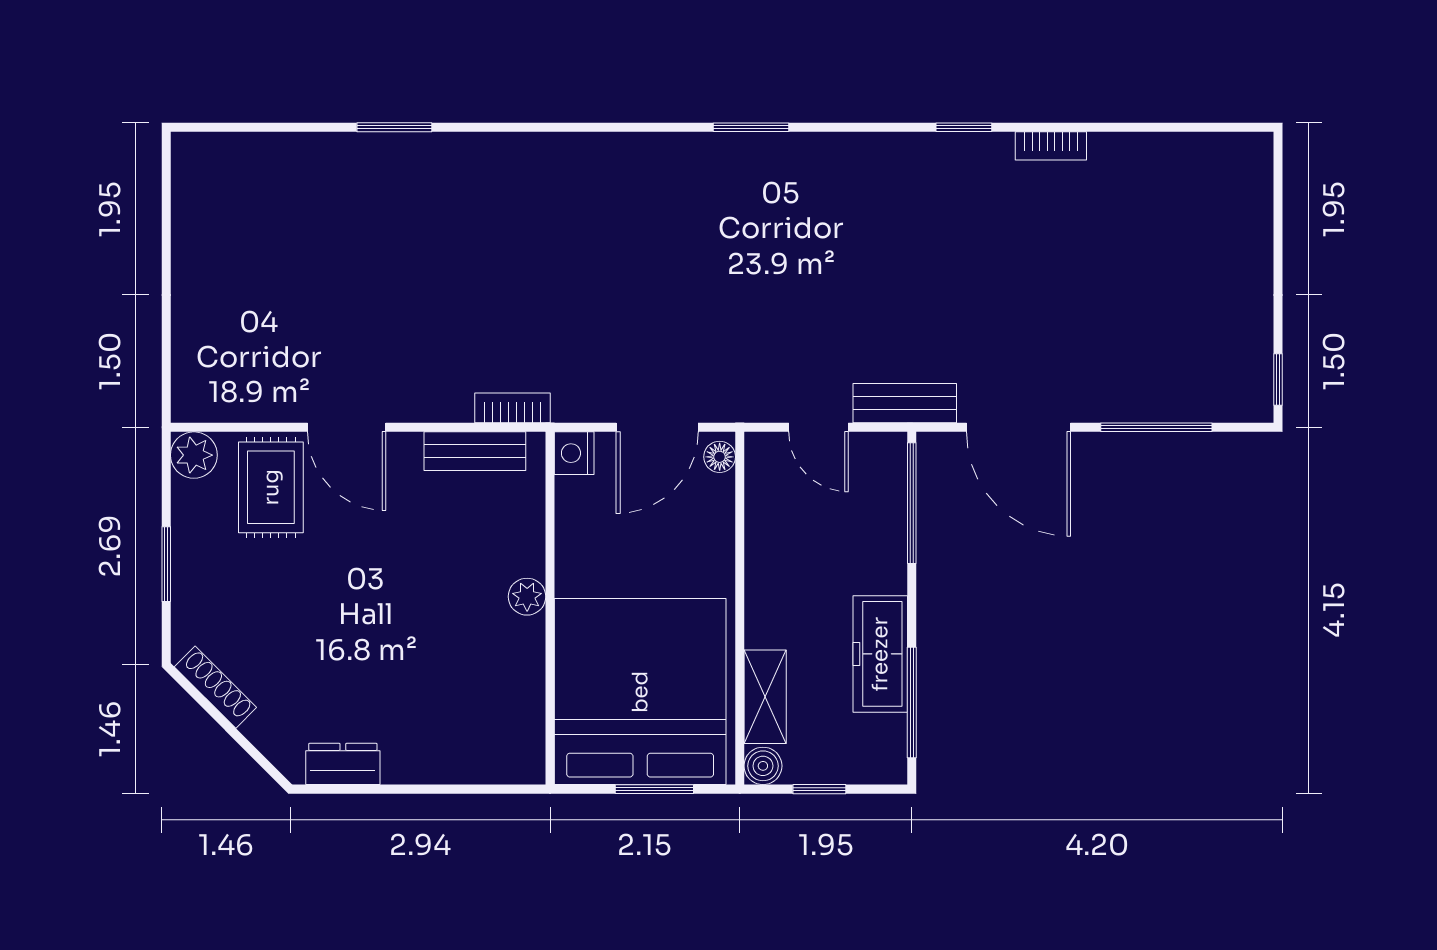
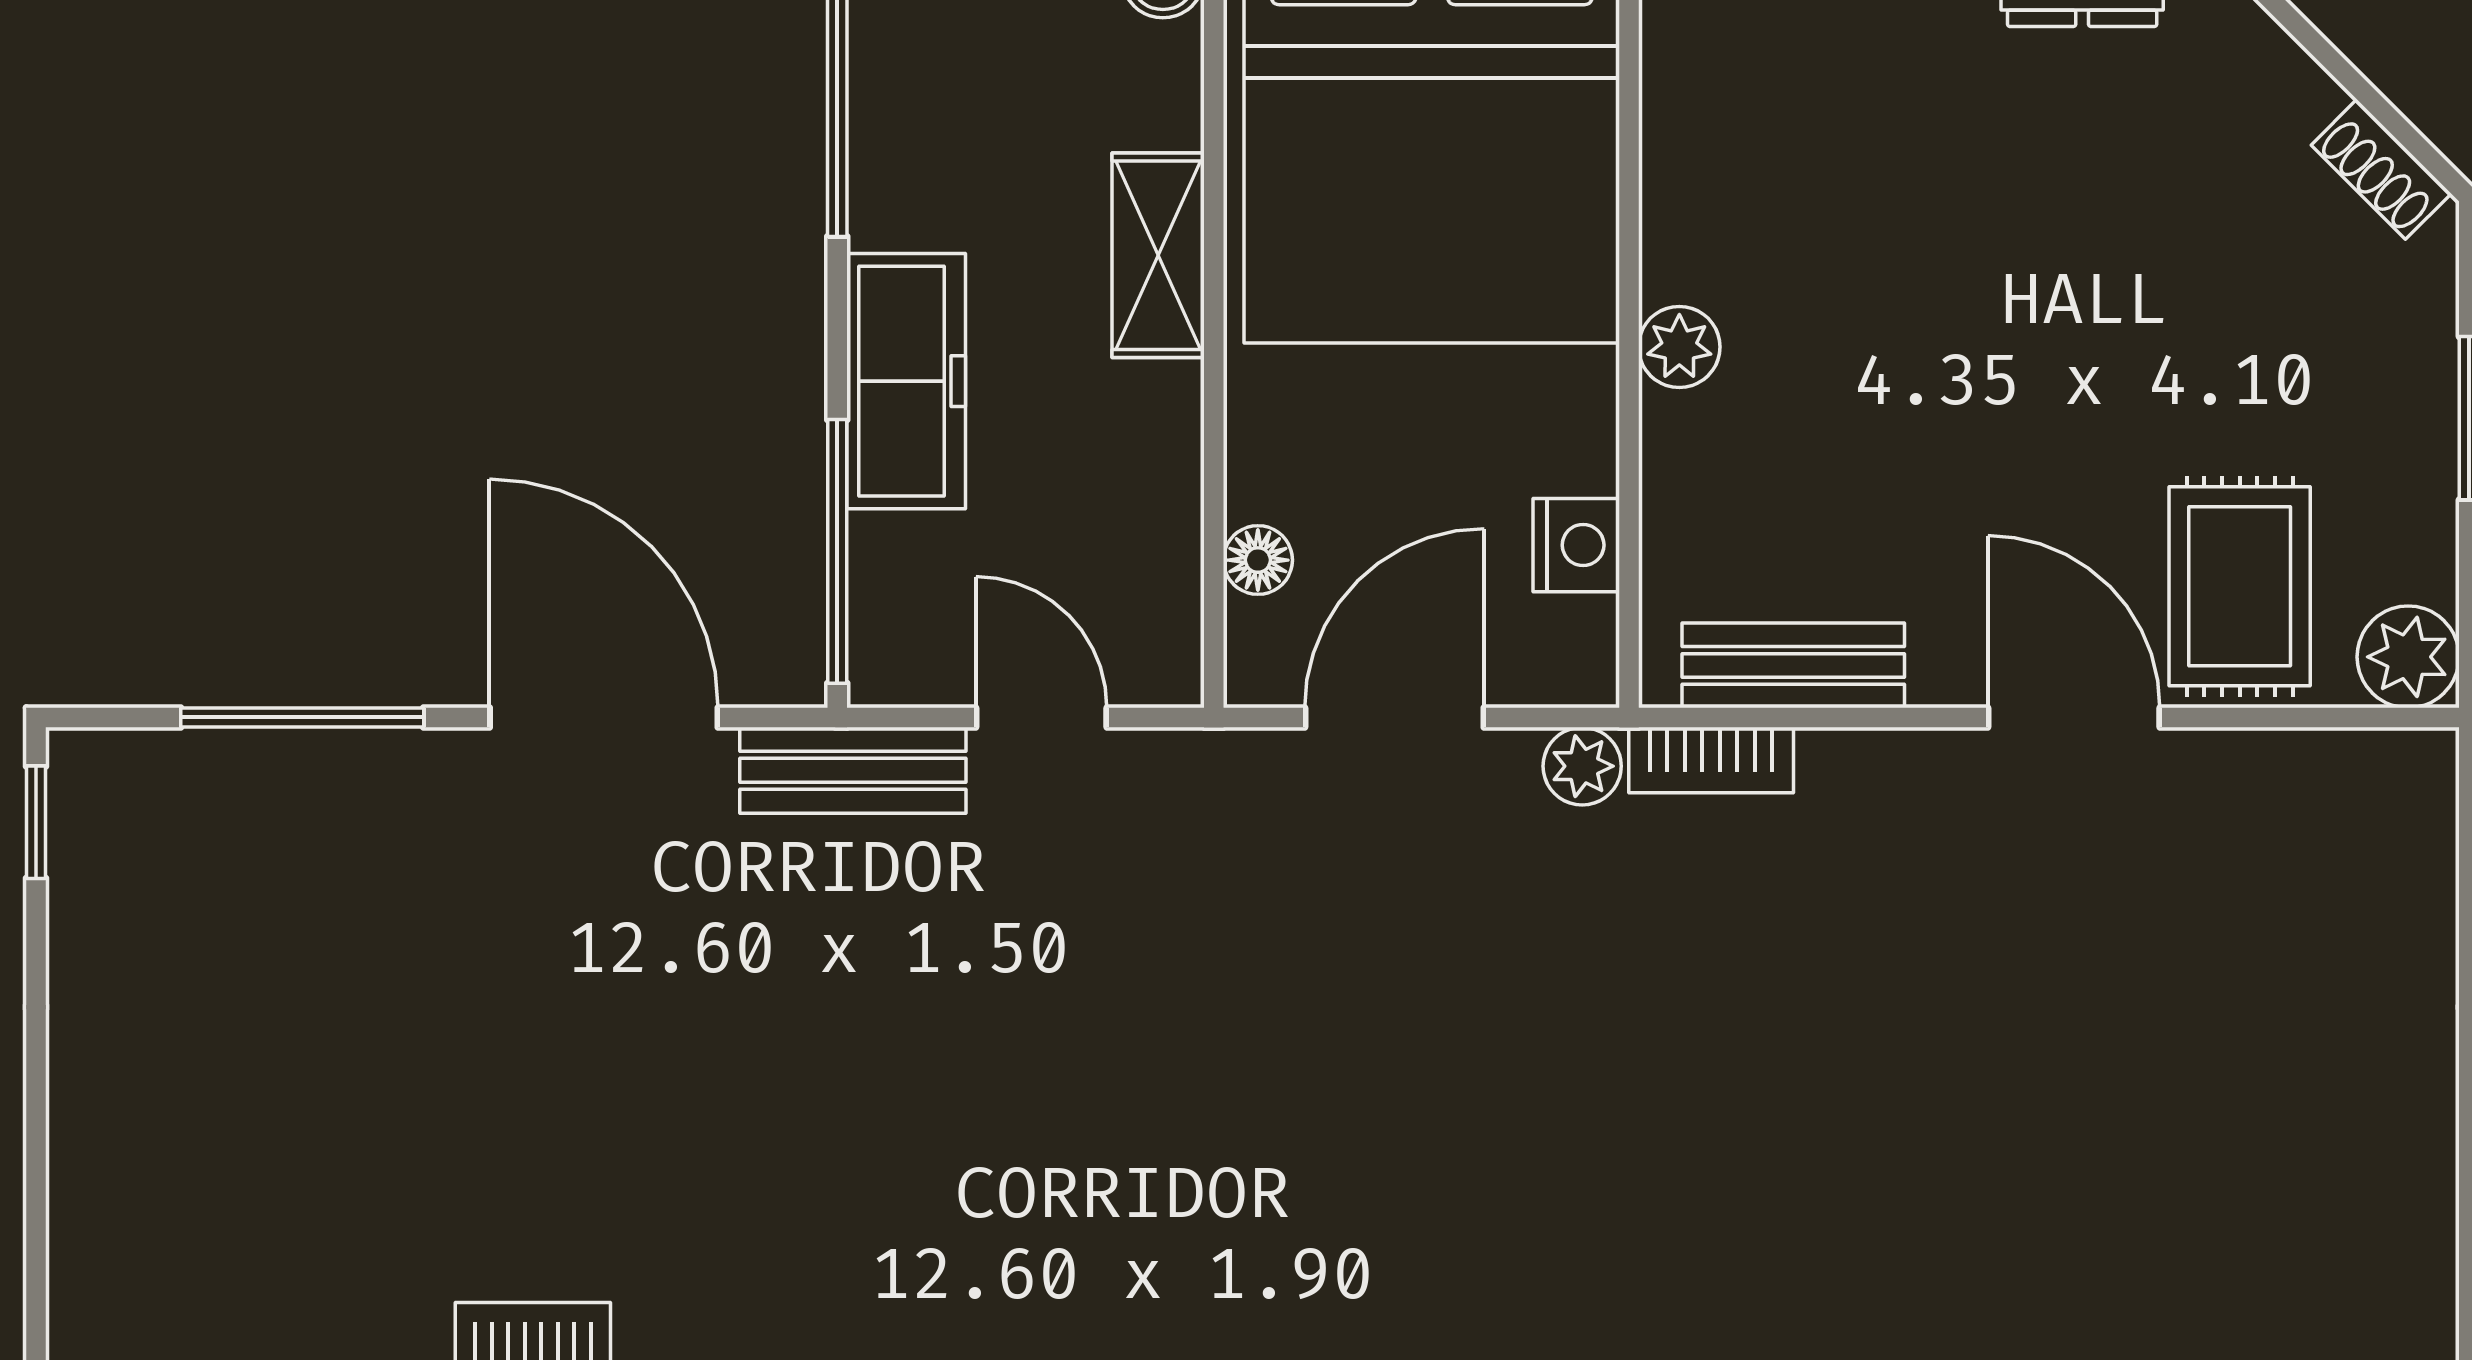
plant: (571, 405) -> (1582, 766), added
nightstand: (574, 453) -> (1576, 545), moved
floor lamp: (720, 457) -> (1258, 560), moved
freezer: (880, 654) -> (906, 381), moved
shoe rack: (215, 687) -> (2381, 169), width x0.70
shelving: (765, 697) -> (1158, 255), moved

